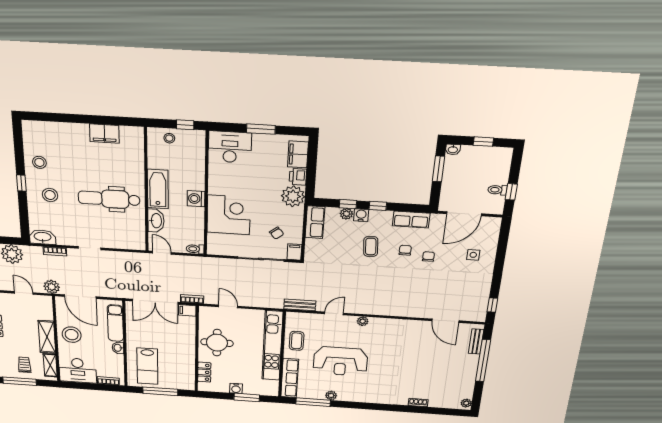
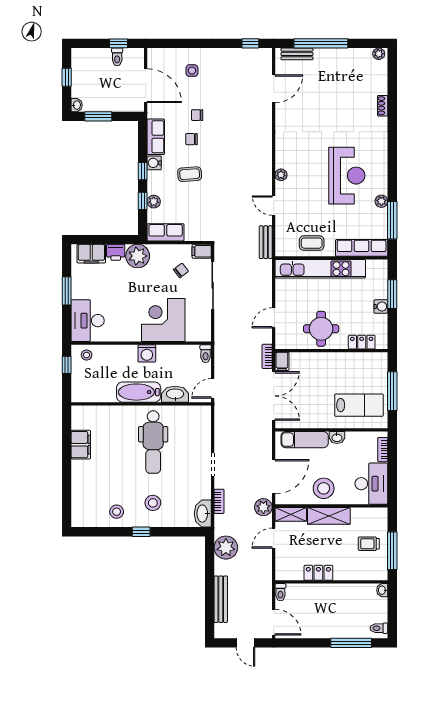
stool: (169, 138) -> (87, 355), moved
water cooler: (361, 215) -> (154, 163), moved
reception desk: (340, 361) -> (347, 176), moved
shelving: (50, 365) -> (291, 514), moved

